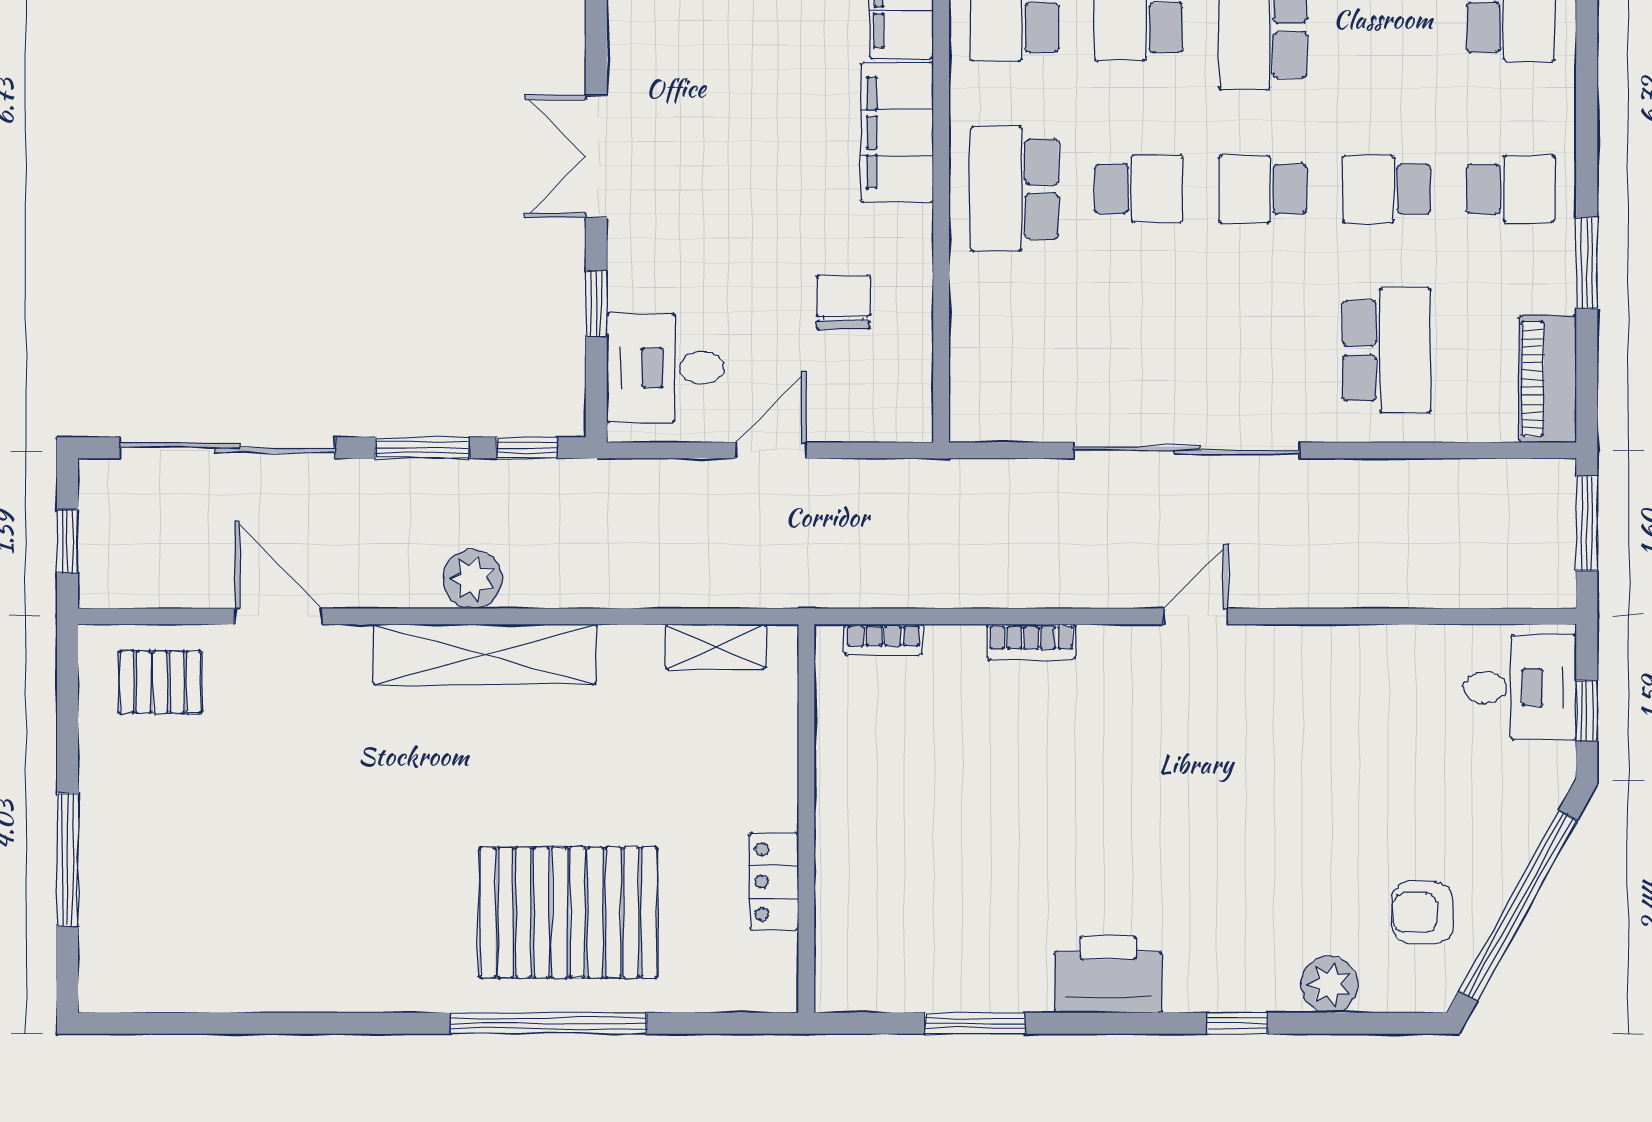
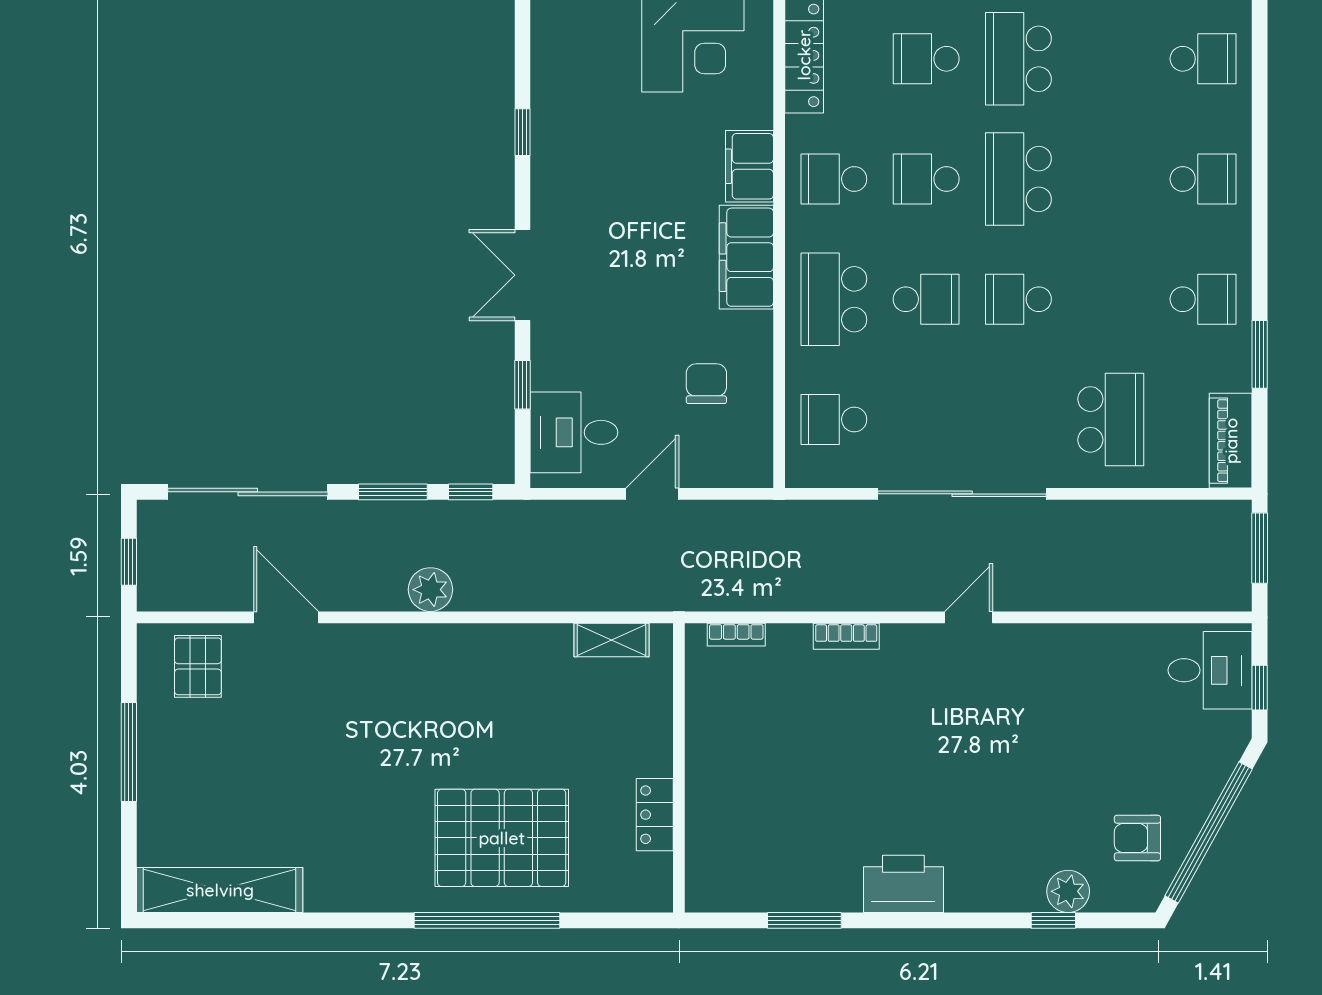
school desk: (1387, 189) -> (834, 419), moved
shelving: (484, 655) -> (220, 890), moved
pallet: (160, 682) -> (198, 666), turned 90
window: (67, 859) -> (129, 752), moved
window: (1237, 1023) -> (1053, 920), moved

